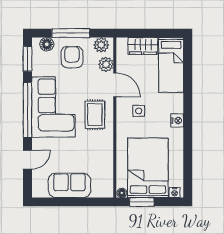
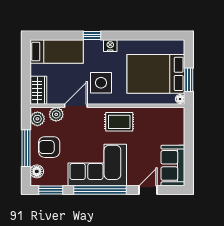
wardrobe: (143, 46) -> (38, 90), moved
window: (188, 102) -> (92, 35), added
side table: (139, 111) -> (101, 83), width x1.87, depth x1.87
rug: (95, 115) -> (119, 122), moved
door: (27, 160) -> (148, 190), hinge flipped
sofa: (69, 185) -> (173, 165), moved
nightstand: (175, 193) -> (180, 48), removed

